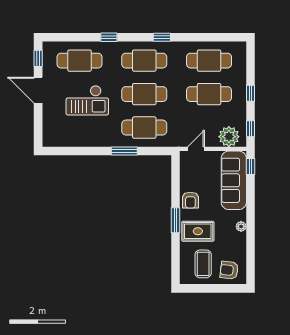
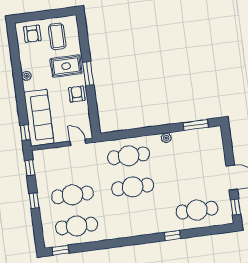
window: (162, 37) -> (60, 250), moved
cafe table: (144, 61) -> (137, 218), removed
checkout: (87, 100) -> (185, 174), removed
plant: (229, 137) -> (166, 138), moved, width x0.53, depth x0.53
door: (196, 149) -> (78, 142), swing flipped
window: (124, 151) -> (196, 125), moved
armchair: (229, 270) -> (32, 34), turned 83

